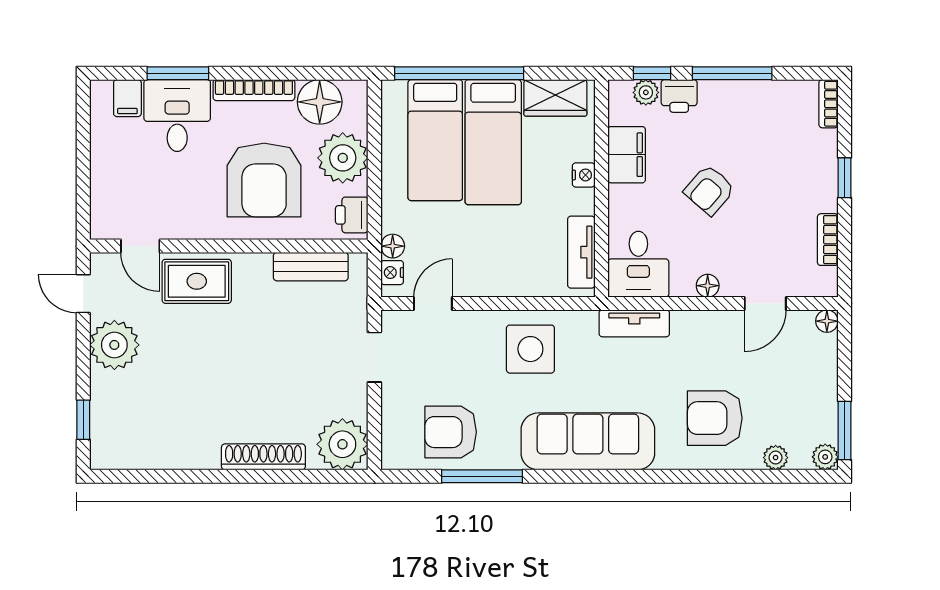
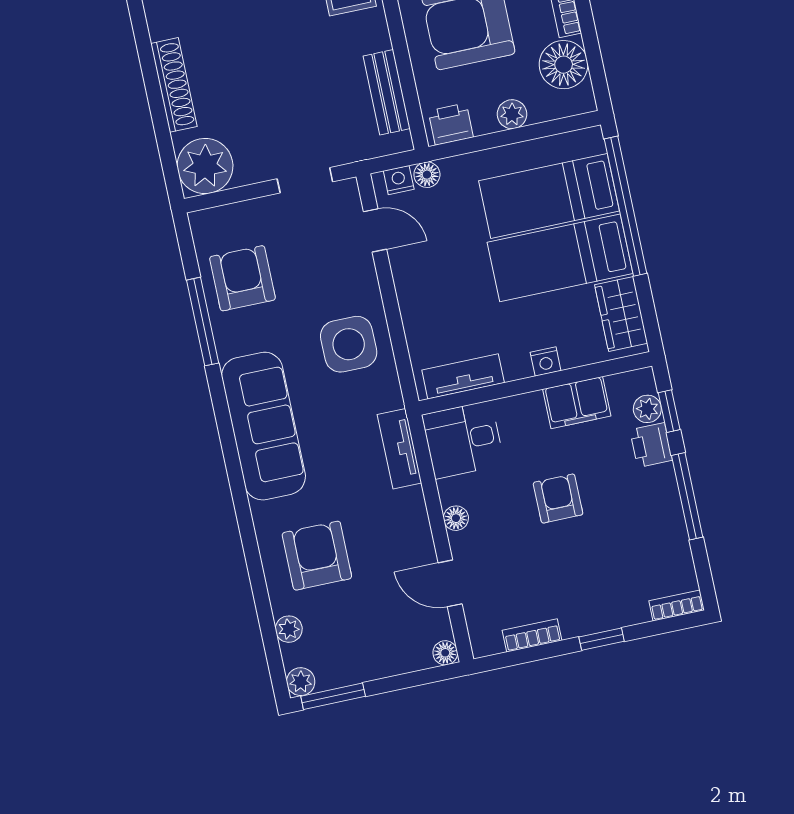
plant: (343, 158) -> (512, 114), width x0.53, depth x0.53
armchair: (709, 190) -> (558, 499), turned 49

